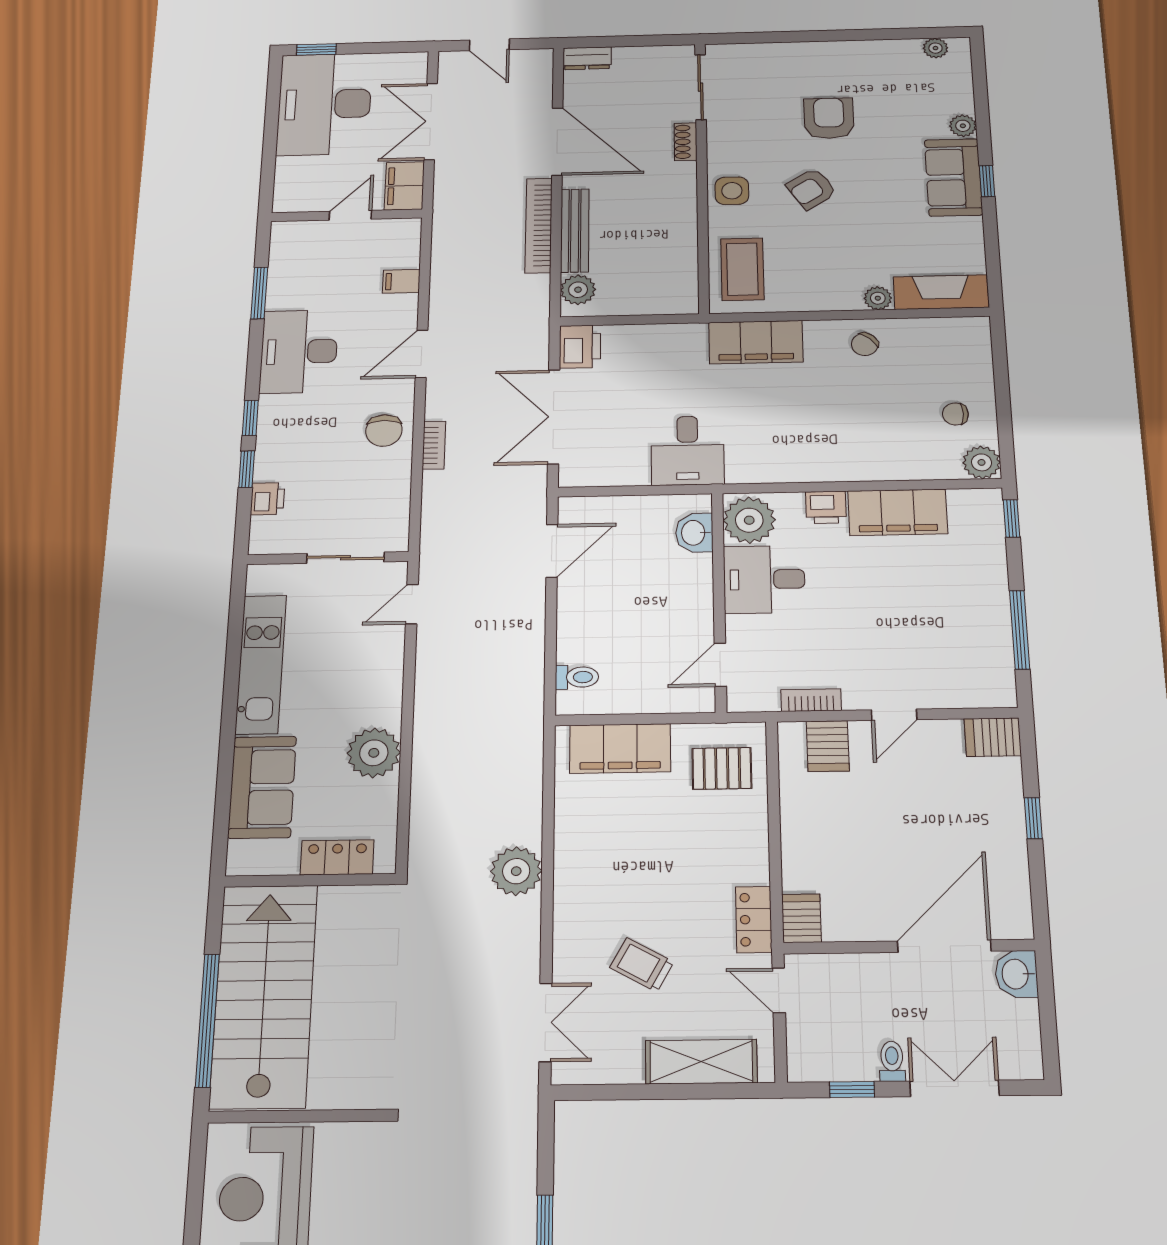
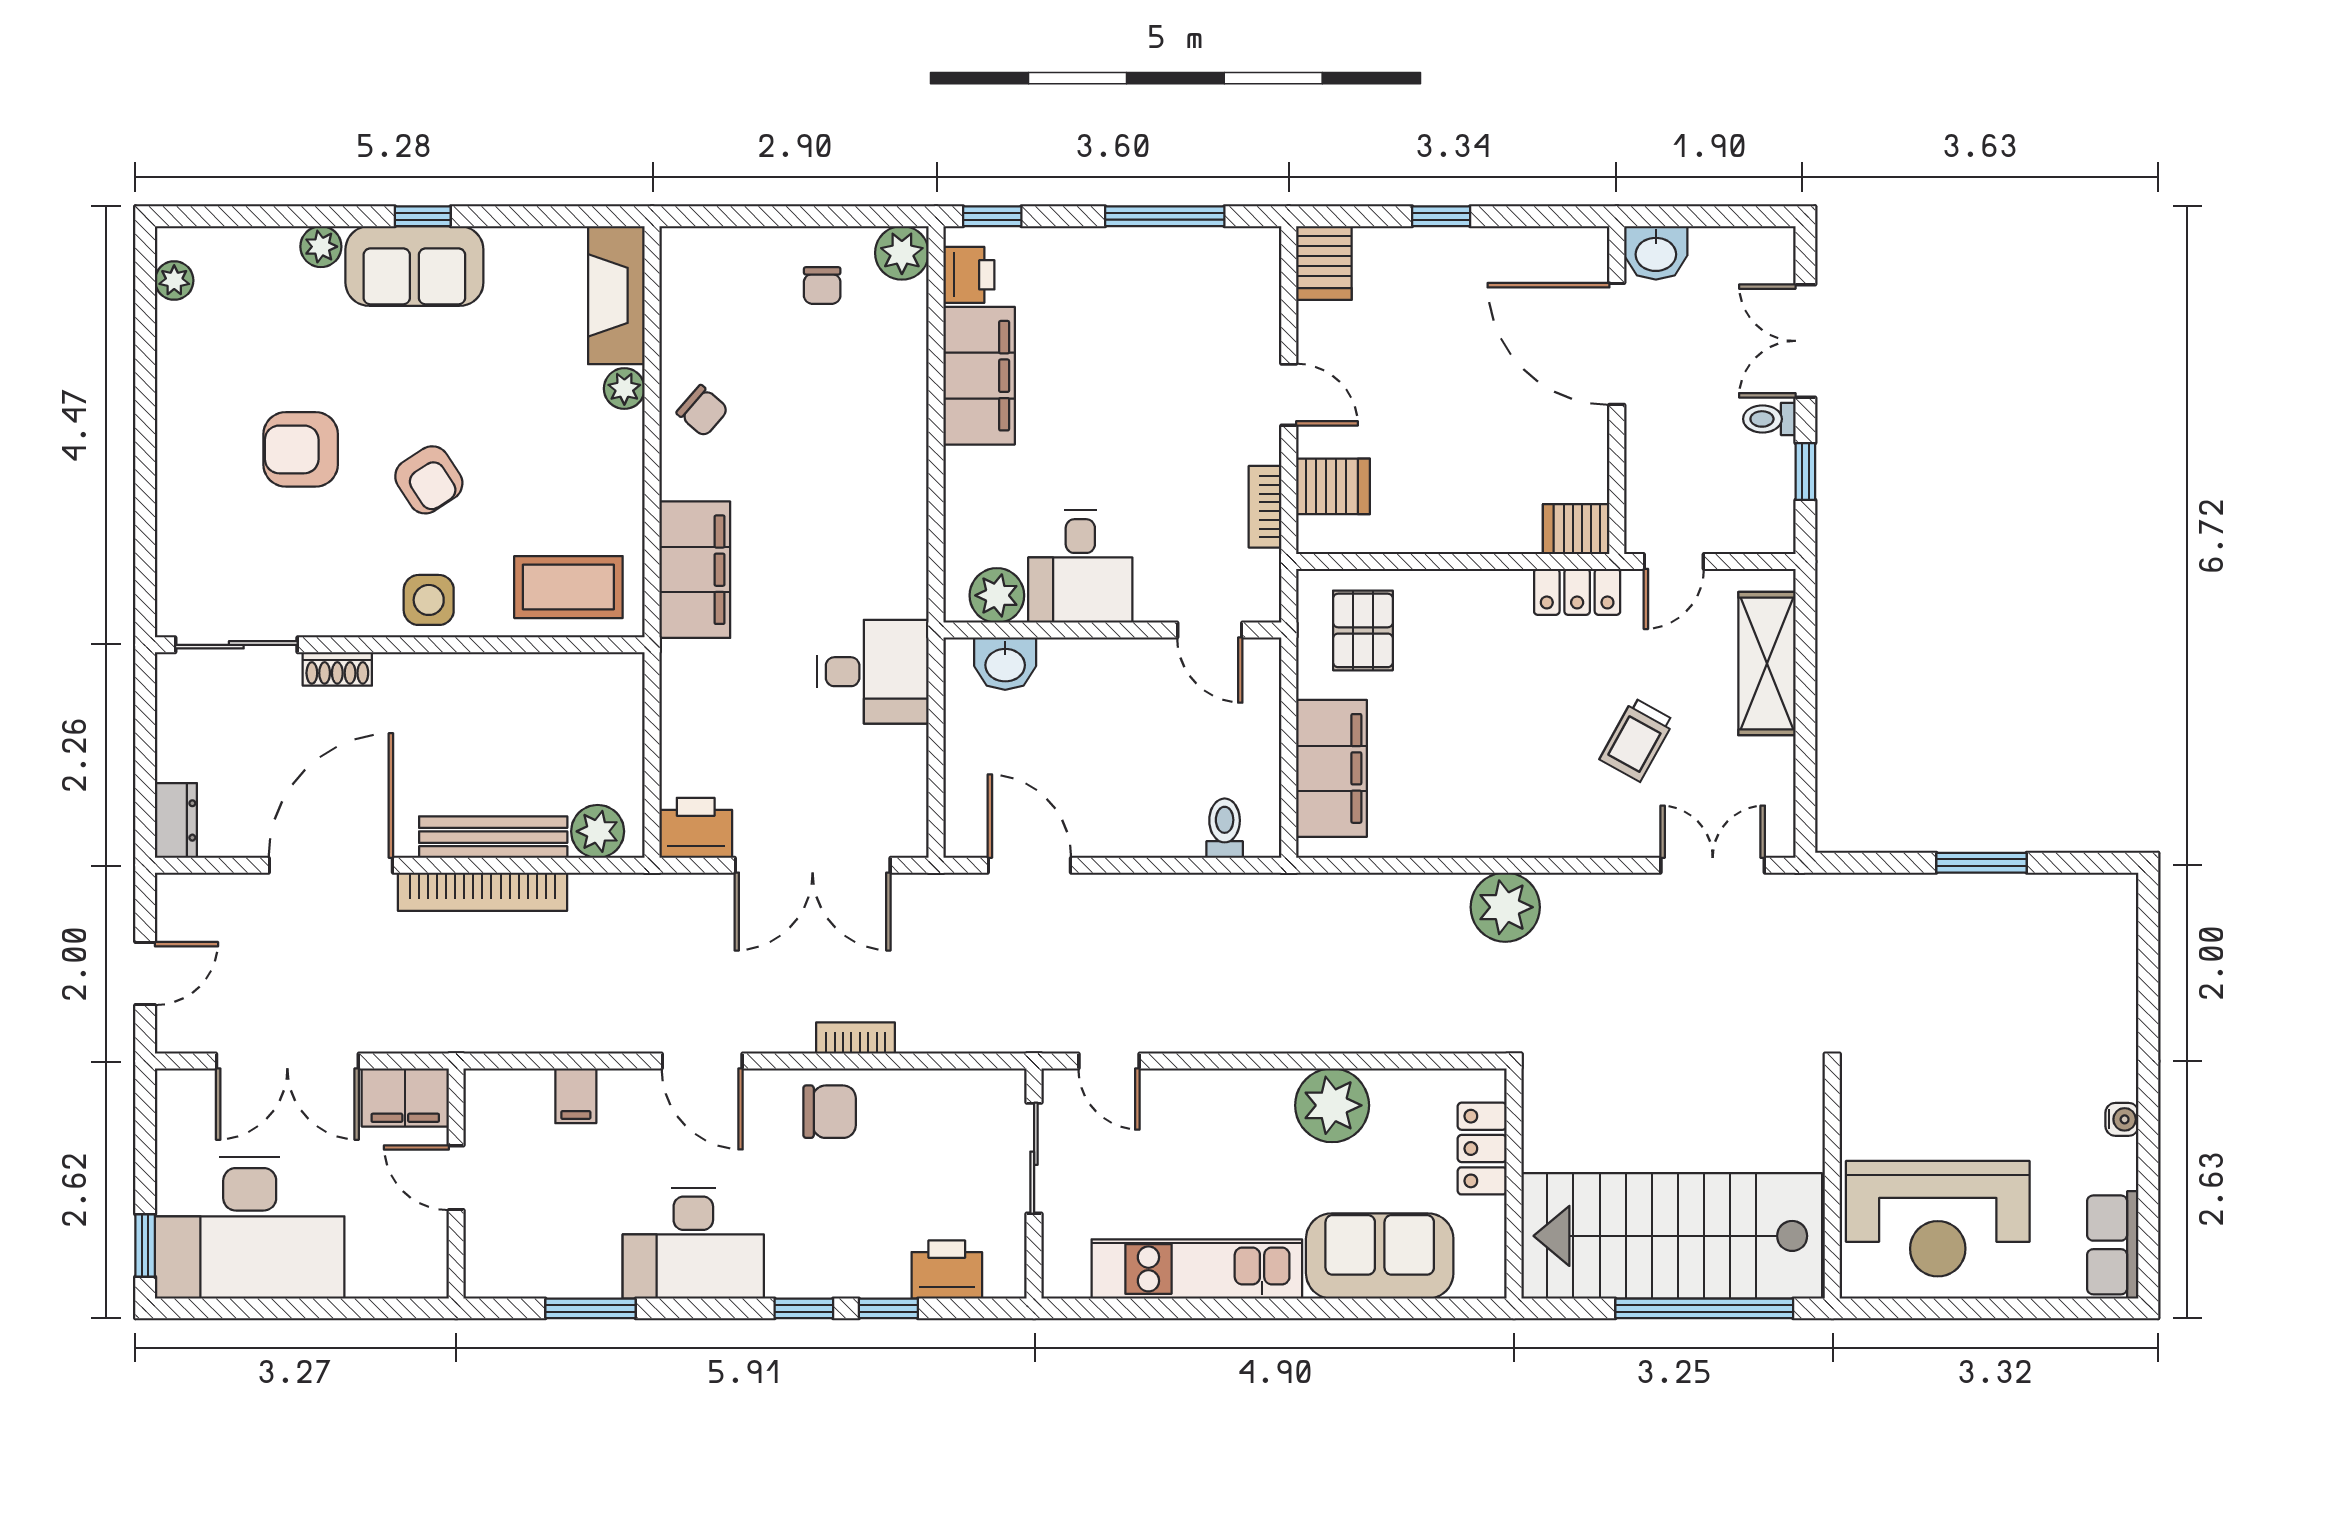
printer: (268, 499) -> (947, 1269), width x1.36, depth x1.24
printer: (826, 507) -> (969, 275), moved
plant: (749, 520) -> (997, 595), width x0.73, depth x0.73

